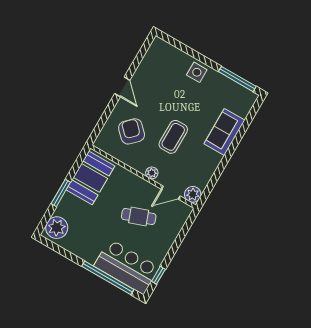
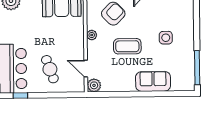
side table: (197, 72) -> (166, 38), moved
plant: (152, 173) -> (92, 35), moved
cafe table: (139, 216) -> (50, 69), moved

